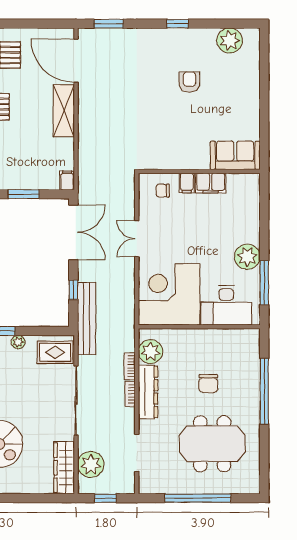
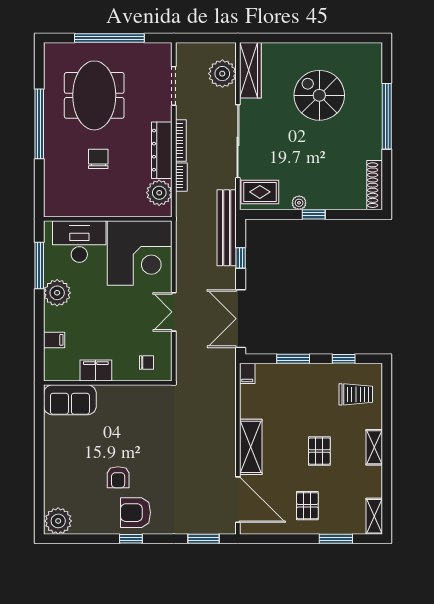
plant: (230, 41) -> (58, 521), moved
armchair: (173, 48) -> (136, 513), added
filing cabinet: (187, 183) -> (54, 340), moved, turned 90
double door: (137, 239) -> (174, 312), swing flipped
window: (264, 391) -> (39, 124), moved
bookcase: (130, 394) -> (181, 141), width x1.56
meeting table: (212, 444) -> (94, 95), turned 90
window: (105, 498) -> (207, 38), removed

